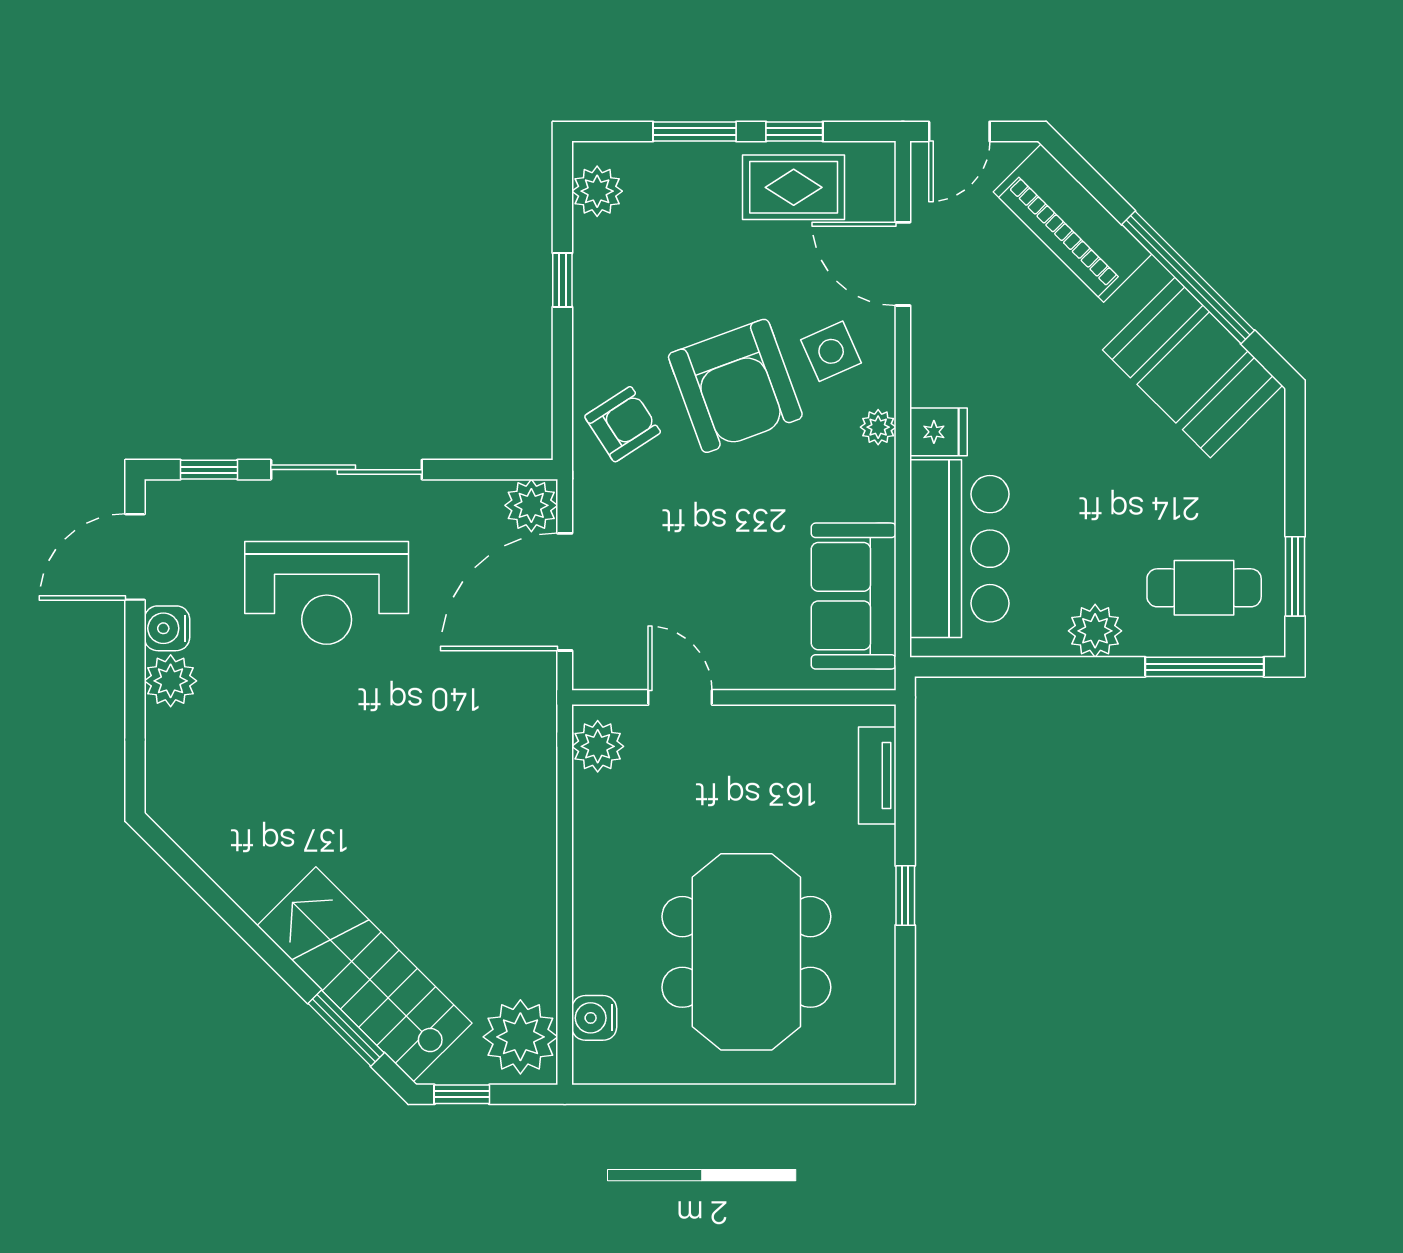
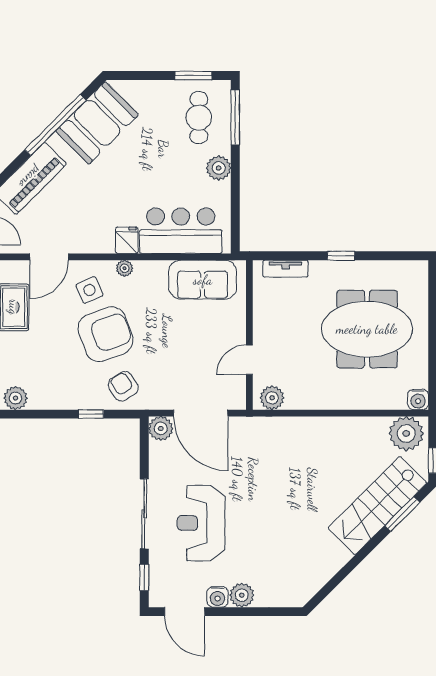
window: (562, 280) -> (91, 414), moved
reception desk: (327, 593) -> (201, 523), turned 180
water cooler: (594, 1018) -> (418, 399), moved

